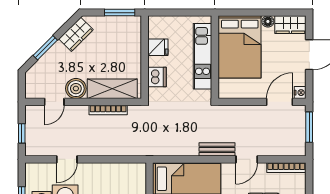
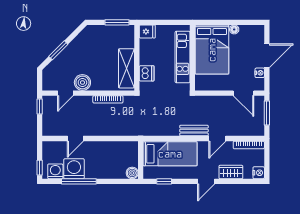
wardrobe: (290, 25) -> (252, 32), removed
wardrobe: (76, 34) -> (83, 40), removed
fridge: (158, 47) -> (147, 32), moved
shelving: (112, 89) -> (126, 68), moved, turned 90
nightstand: (300, 93) -> (260, 73), moved
door: (280, 102) -> (243, 93), swing flipped
window: (22, 133) -> (40, 107), moved

